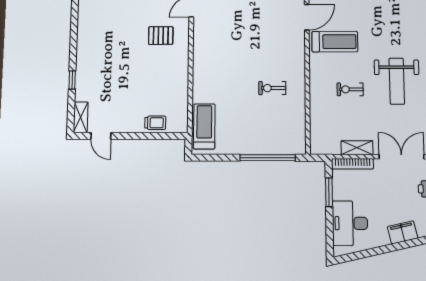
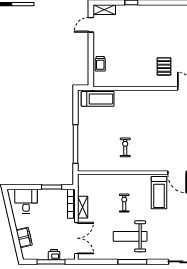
desk: (350, 223) -> (26, 201), width x0.73

